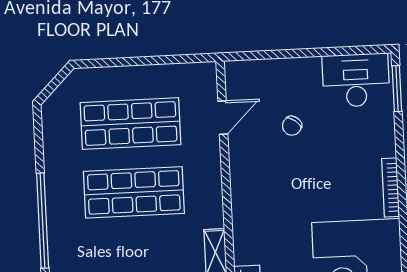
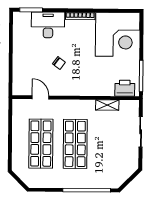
desk: (356, 80) -> (48, 25), moved, turned 90
chair: (292, 126) -> (59, 63), moved

